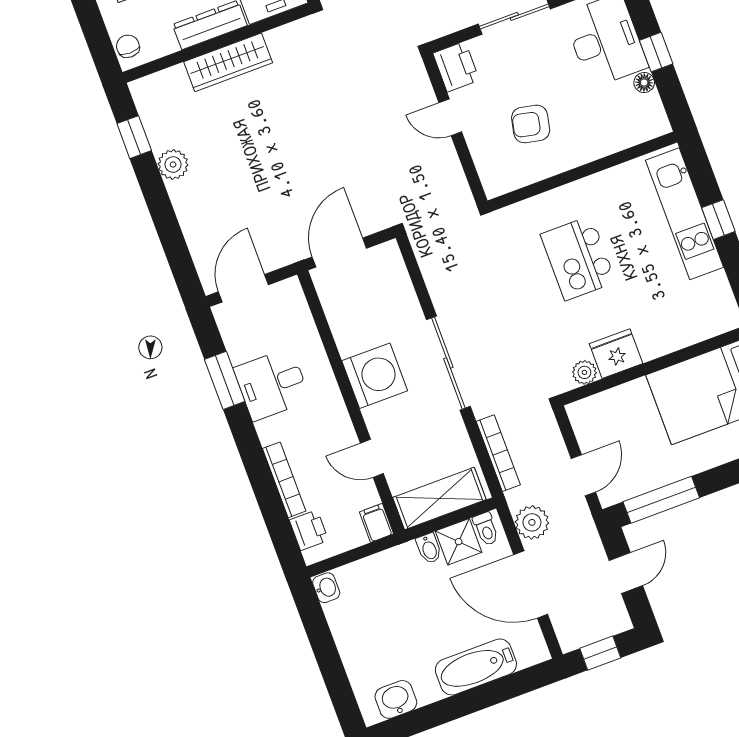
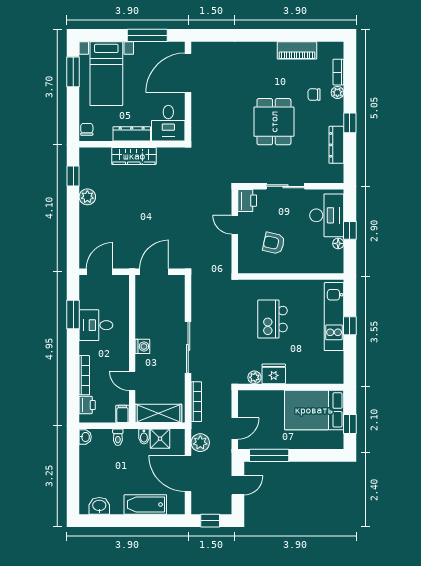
washing machine: (375, 376) -> (142, 346), width x0.53, depth x0.53
toilet: (486, 529) -> (118, 437), moved

